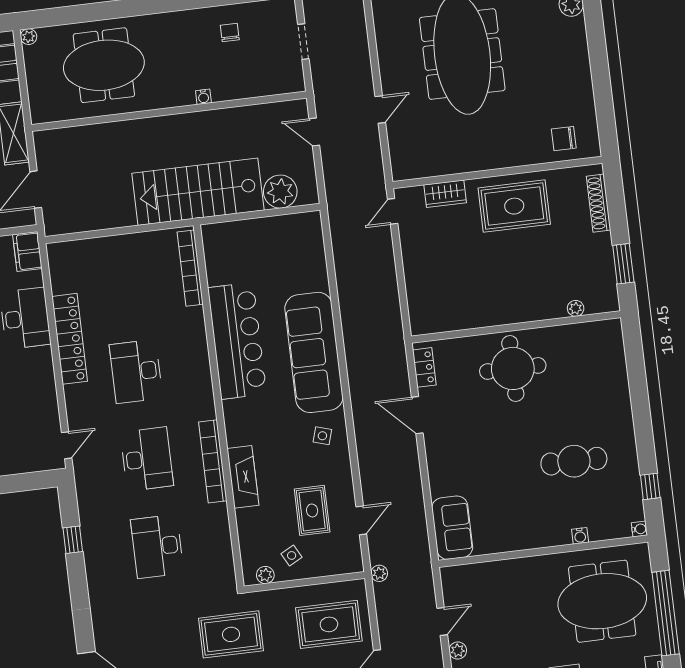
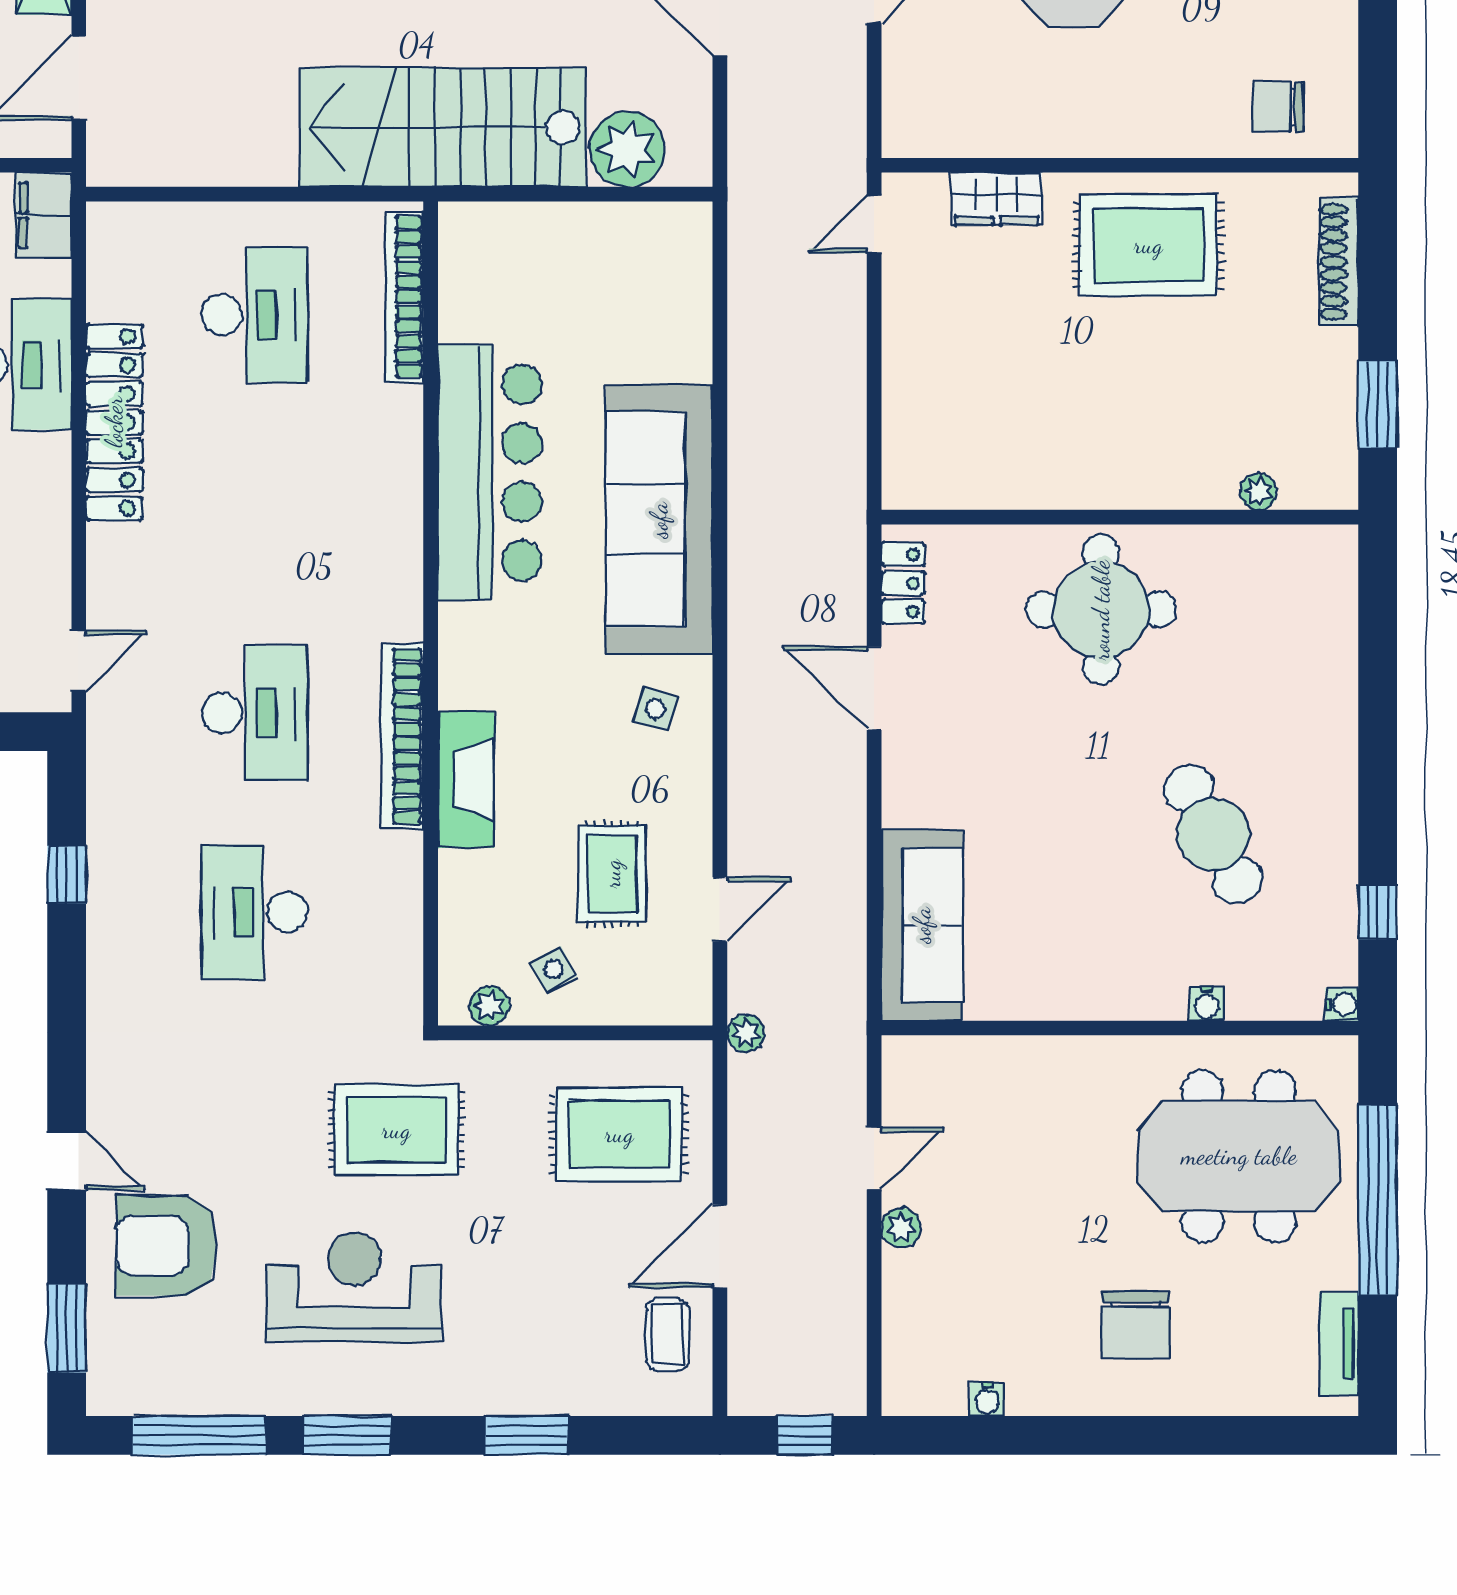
desk: (136, 371) -> (255, 315), moved, turned 180
cafe table: (574, 461) -> (1213, 834), turned 62
sofa: (452, 528) -> (922, 925), width x1.36

